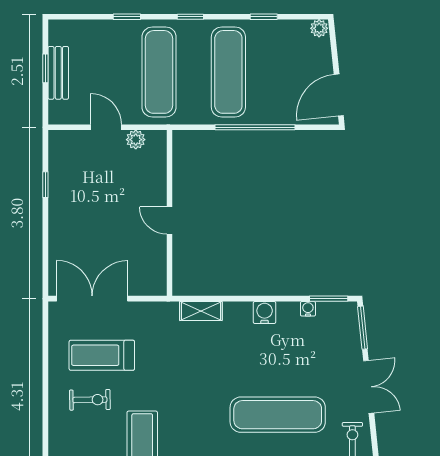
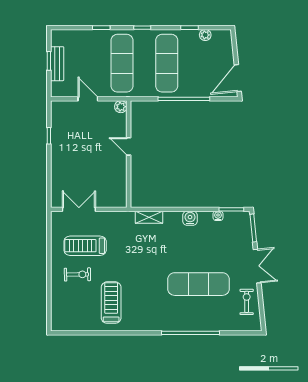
plant: (319, 28) -> (205, 35), moved
plant: (136, 140) -> (121, 107), moved
door: (169, 221) -> (129, 146), moved
double door: (92, 299) -> (79, 209), width x0.73

